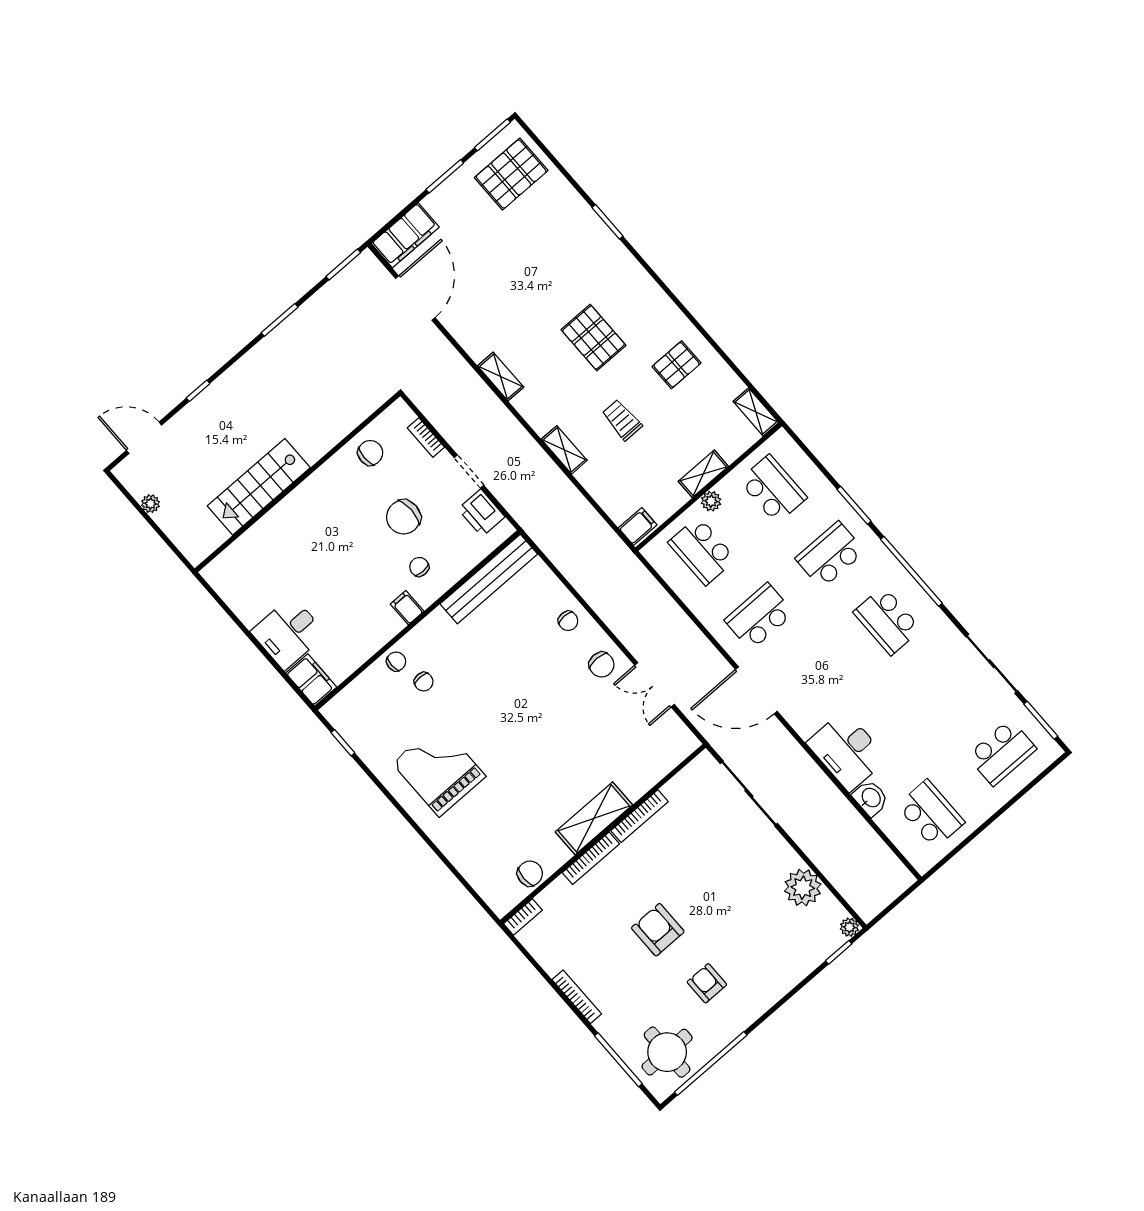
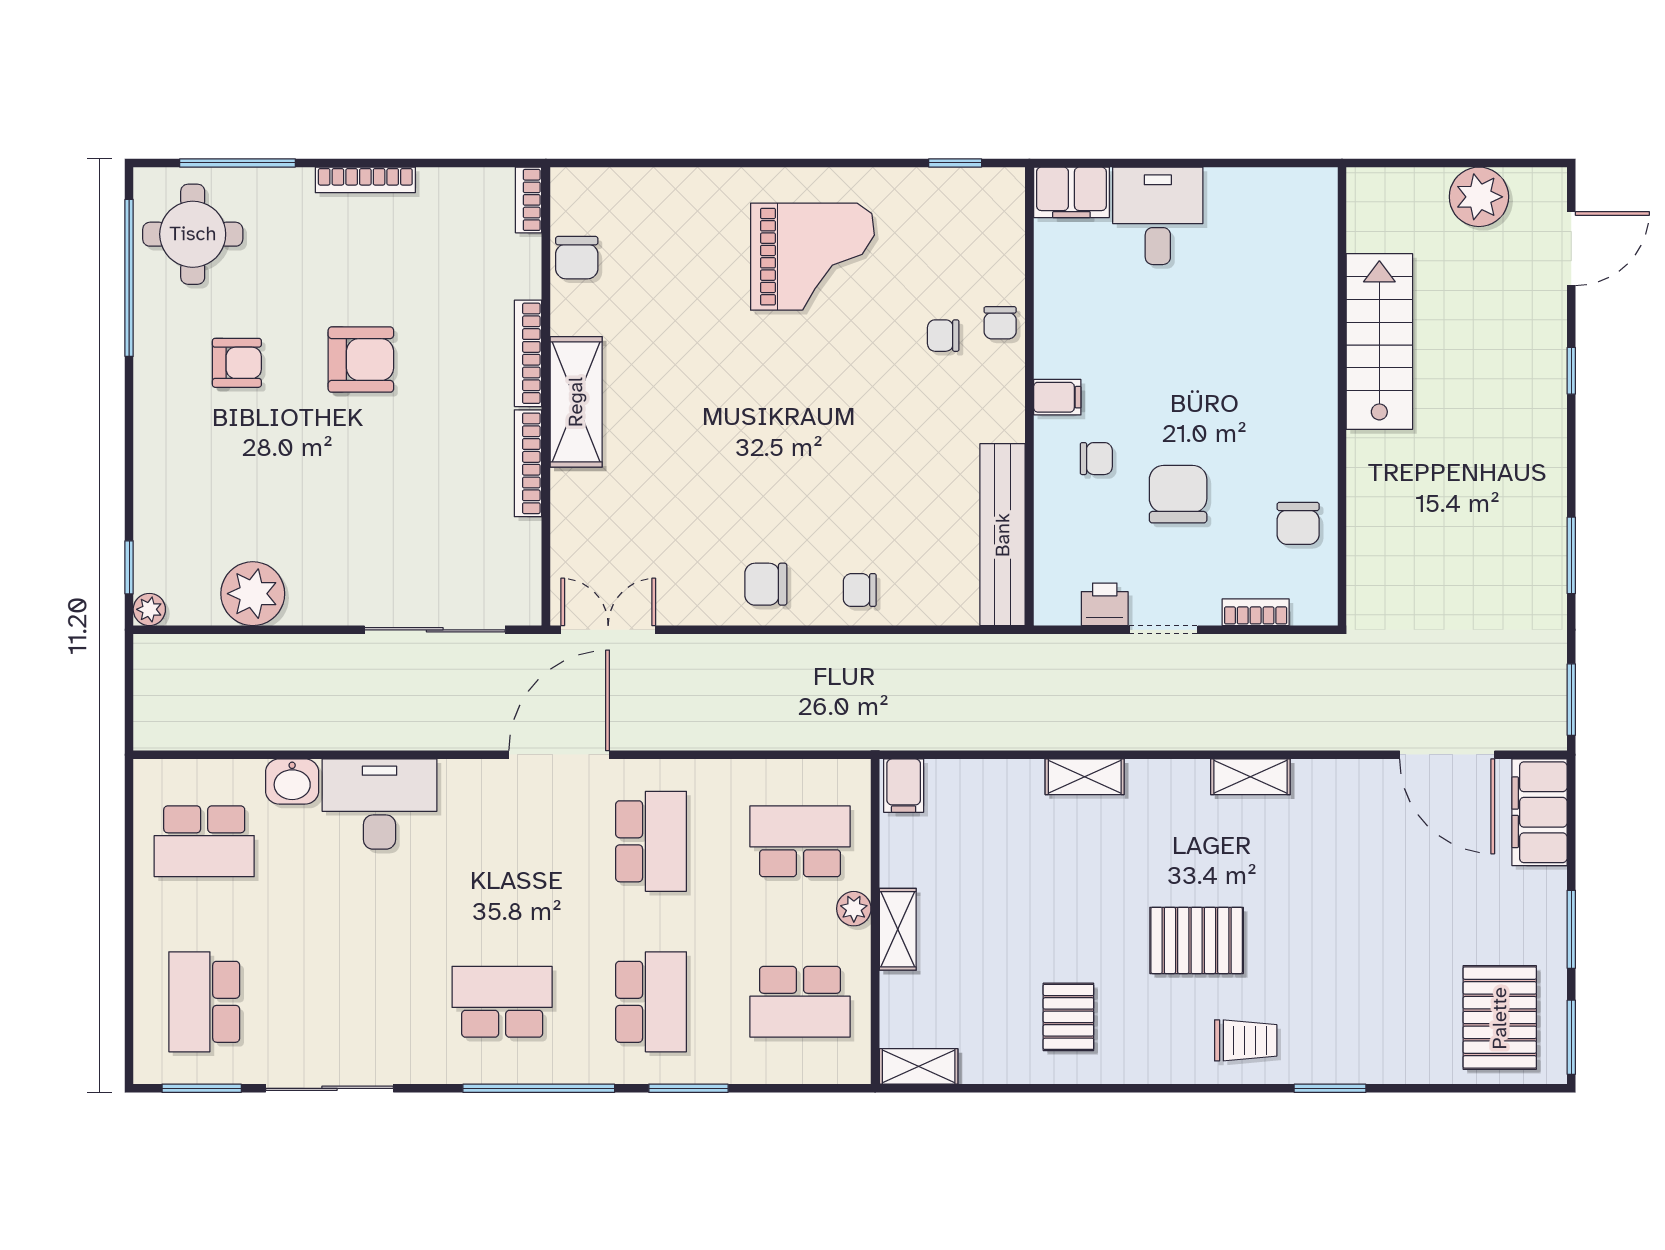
trolley: (622, 420) -> (1246, 1040), moved
plant: (151, 504) -> (1479, 197), width x1.88, depth x1.88
printer: (481, 513) -> (1105, 604), width x0.73, depth x0.81
double door: (654, 685) -> (608, 630), moved

